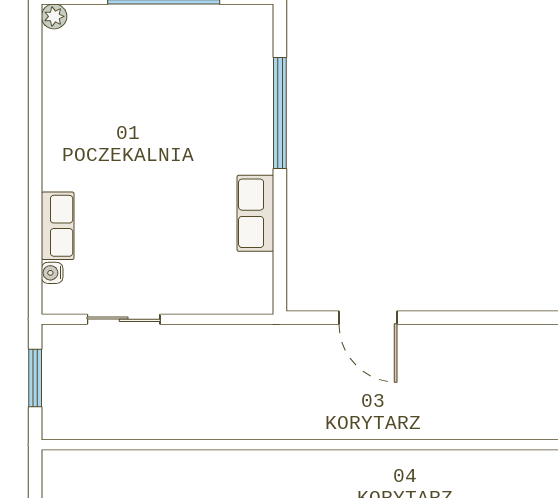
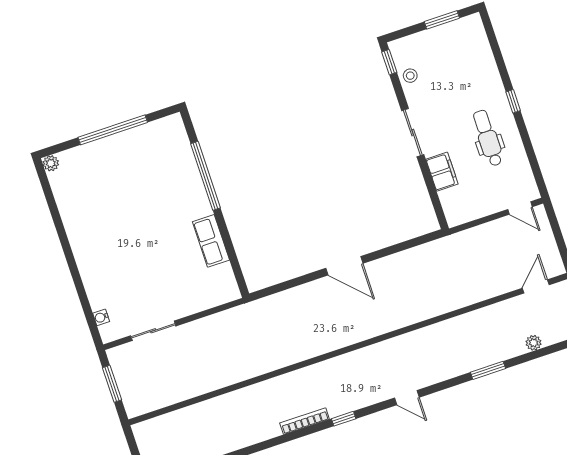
row of seats: (58, 226) -> (95, 288), removed
door: (368, 318) -> (344, 266), moved

